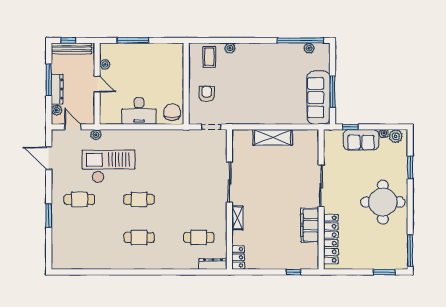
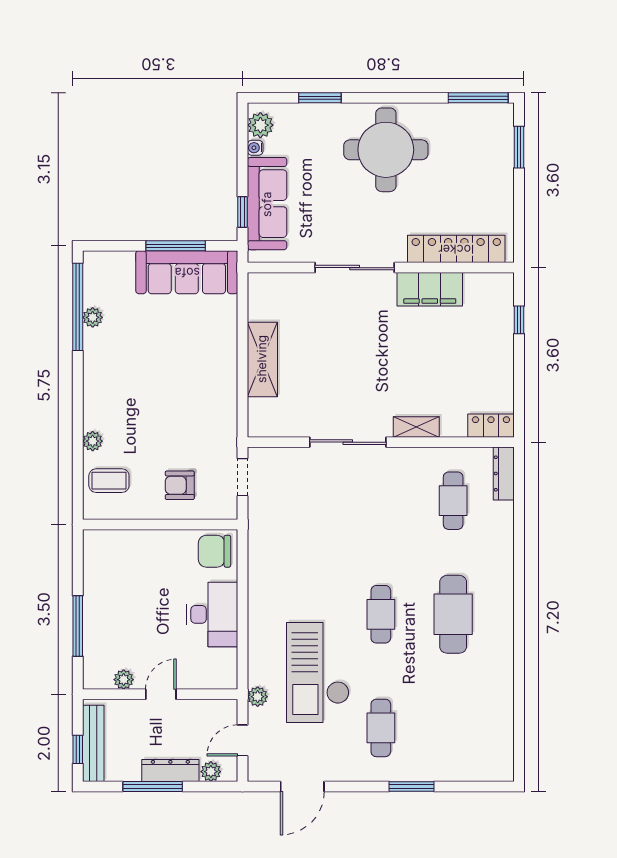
plant: (309, 48) -> (93, 317), moved
sofa: (361, 140) -> (267, 204), width x1.36
cafe table: (139, 237) -> (453, 614), width x1.37, depth x1.35

